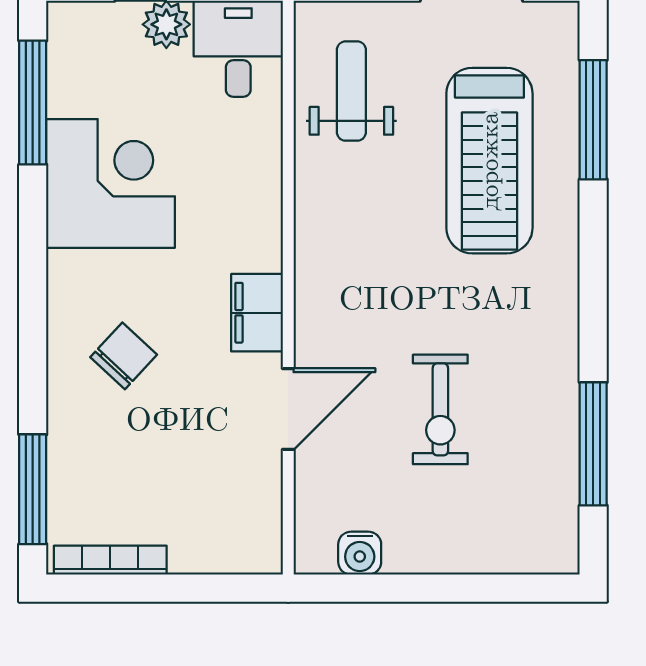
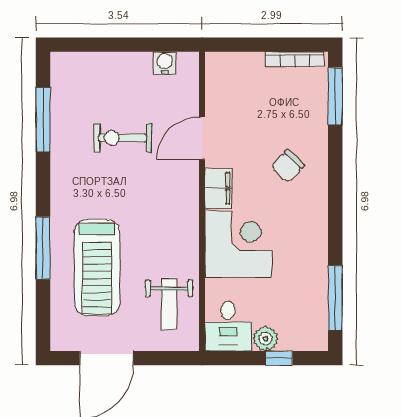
window: (593, 120) -> (43, 248), moved
treadmill: (489, 161) -> (97, 268), turned 180
corner desk: (111, 183) -> (238, 244), moved, turned 180
exercise bike: (440, 409) -> (123, 138), turned -90

